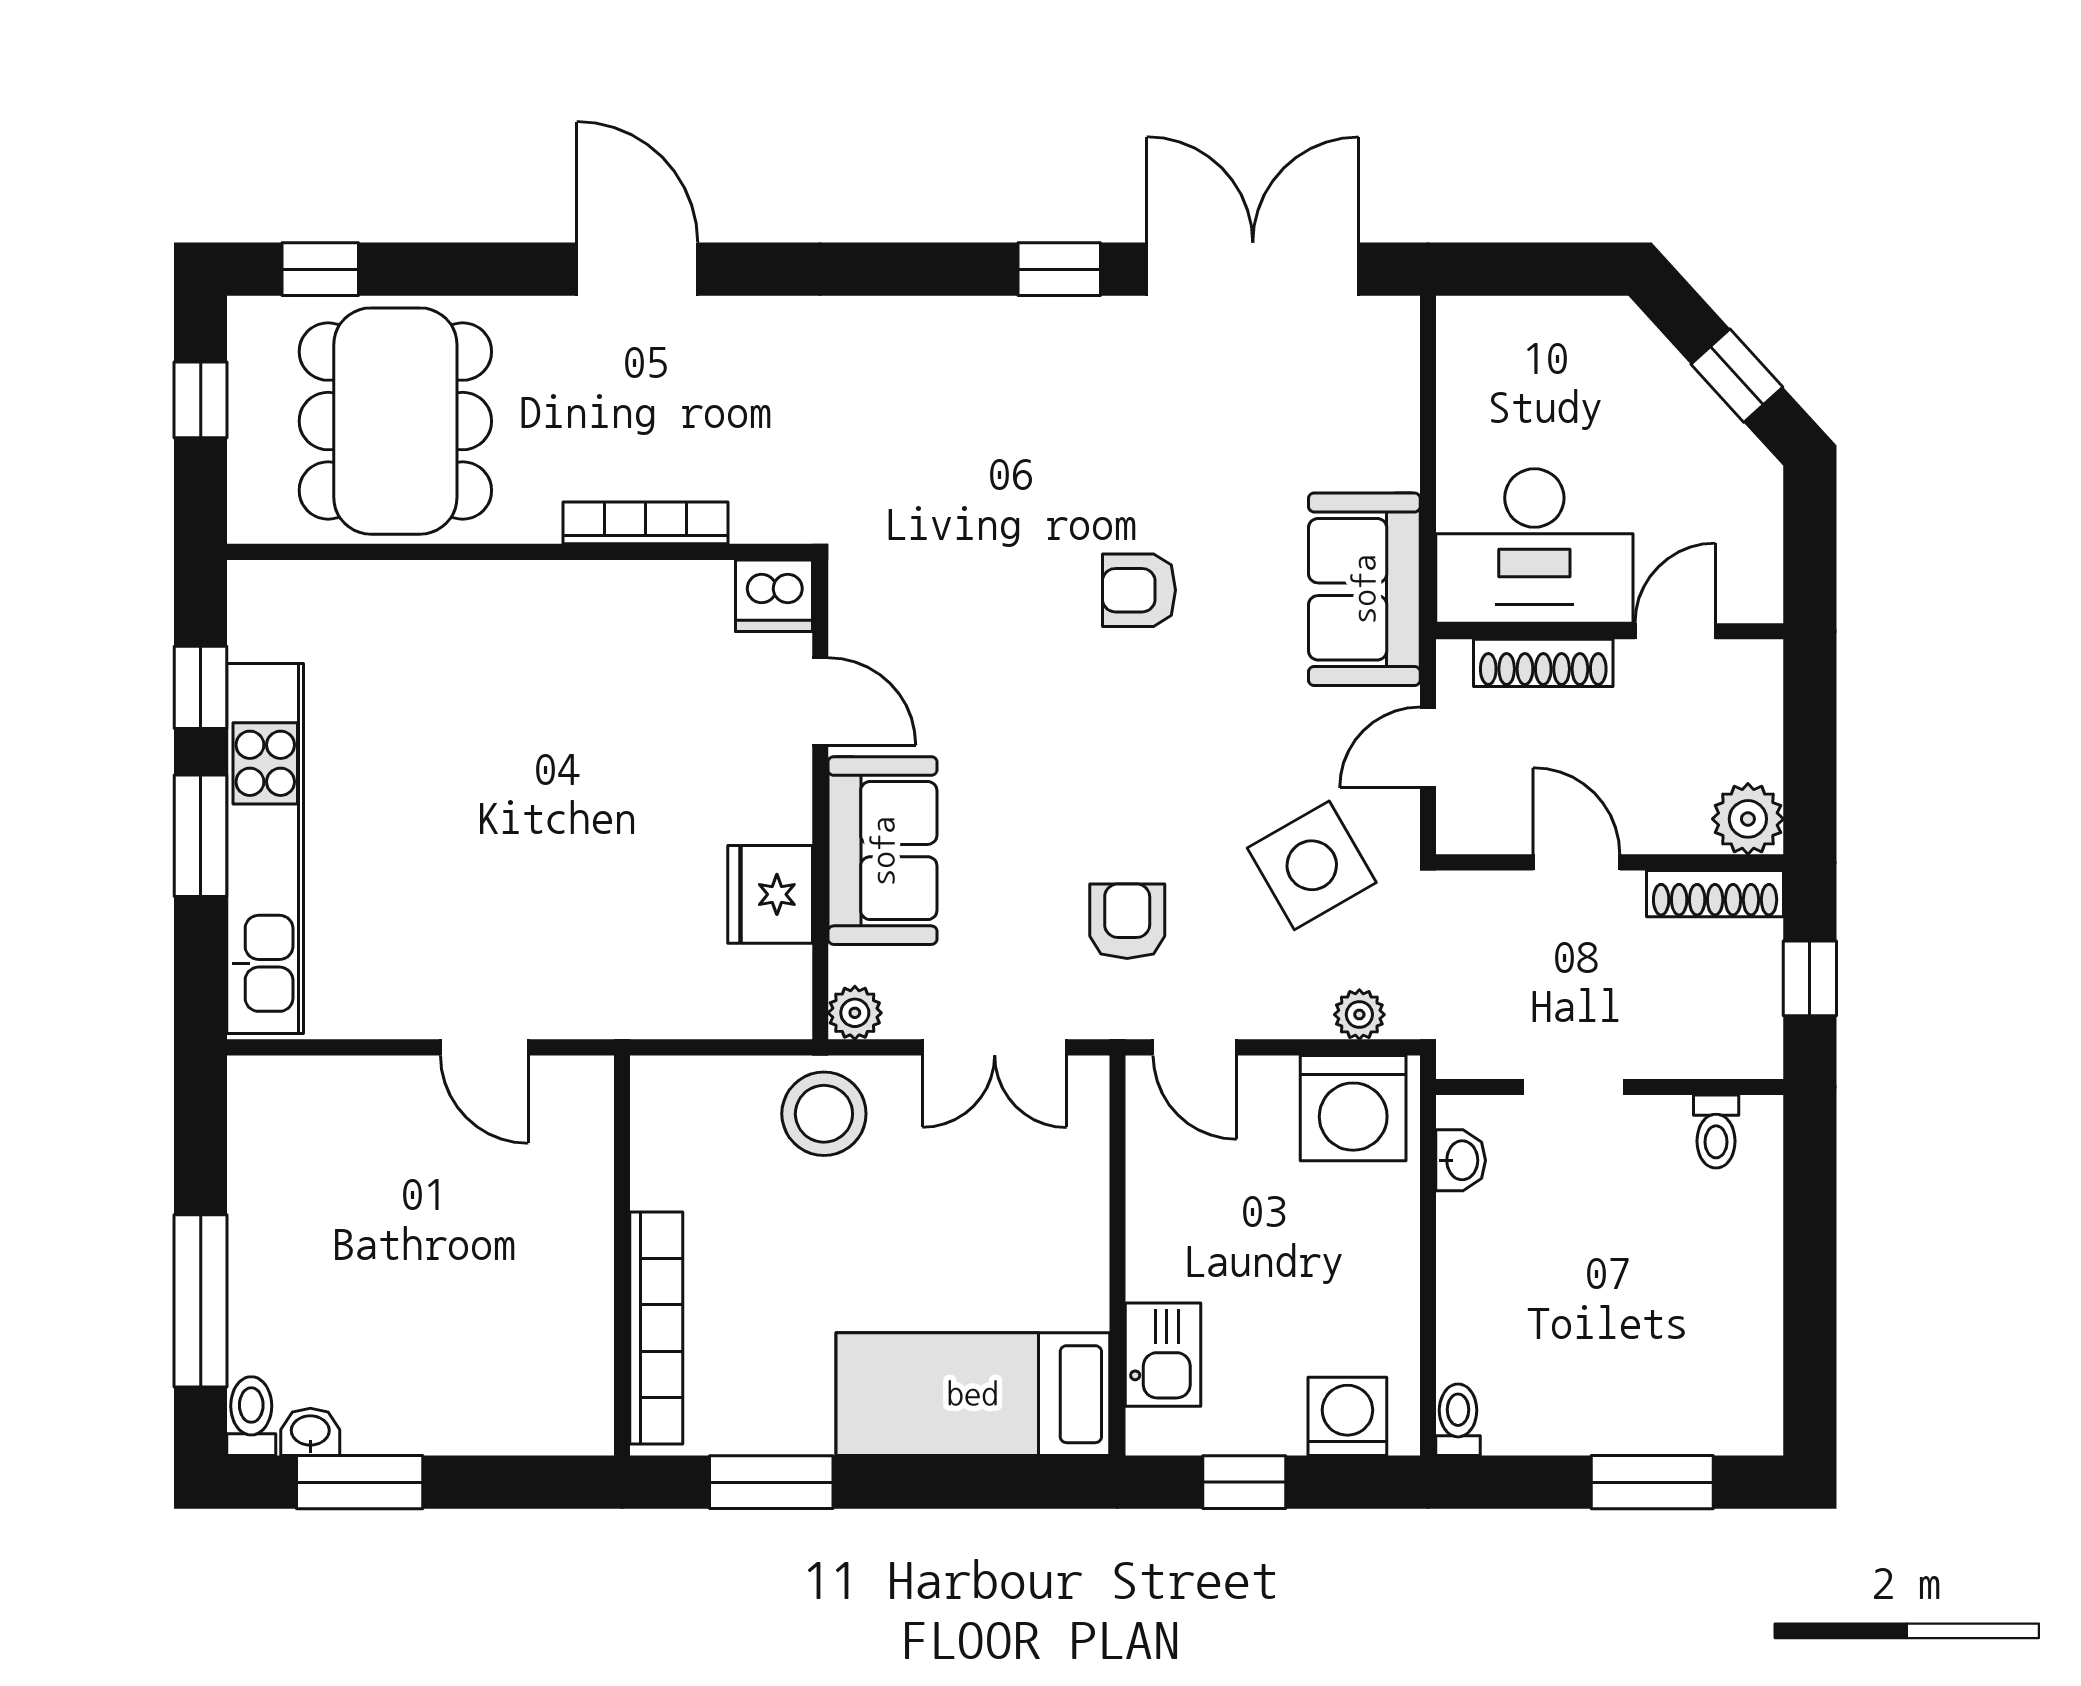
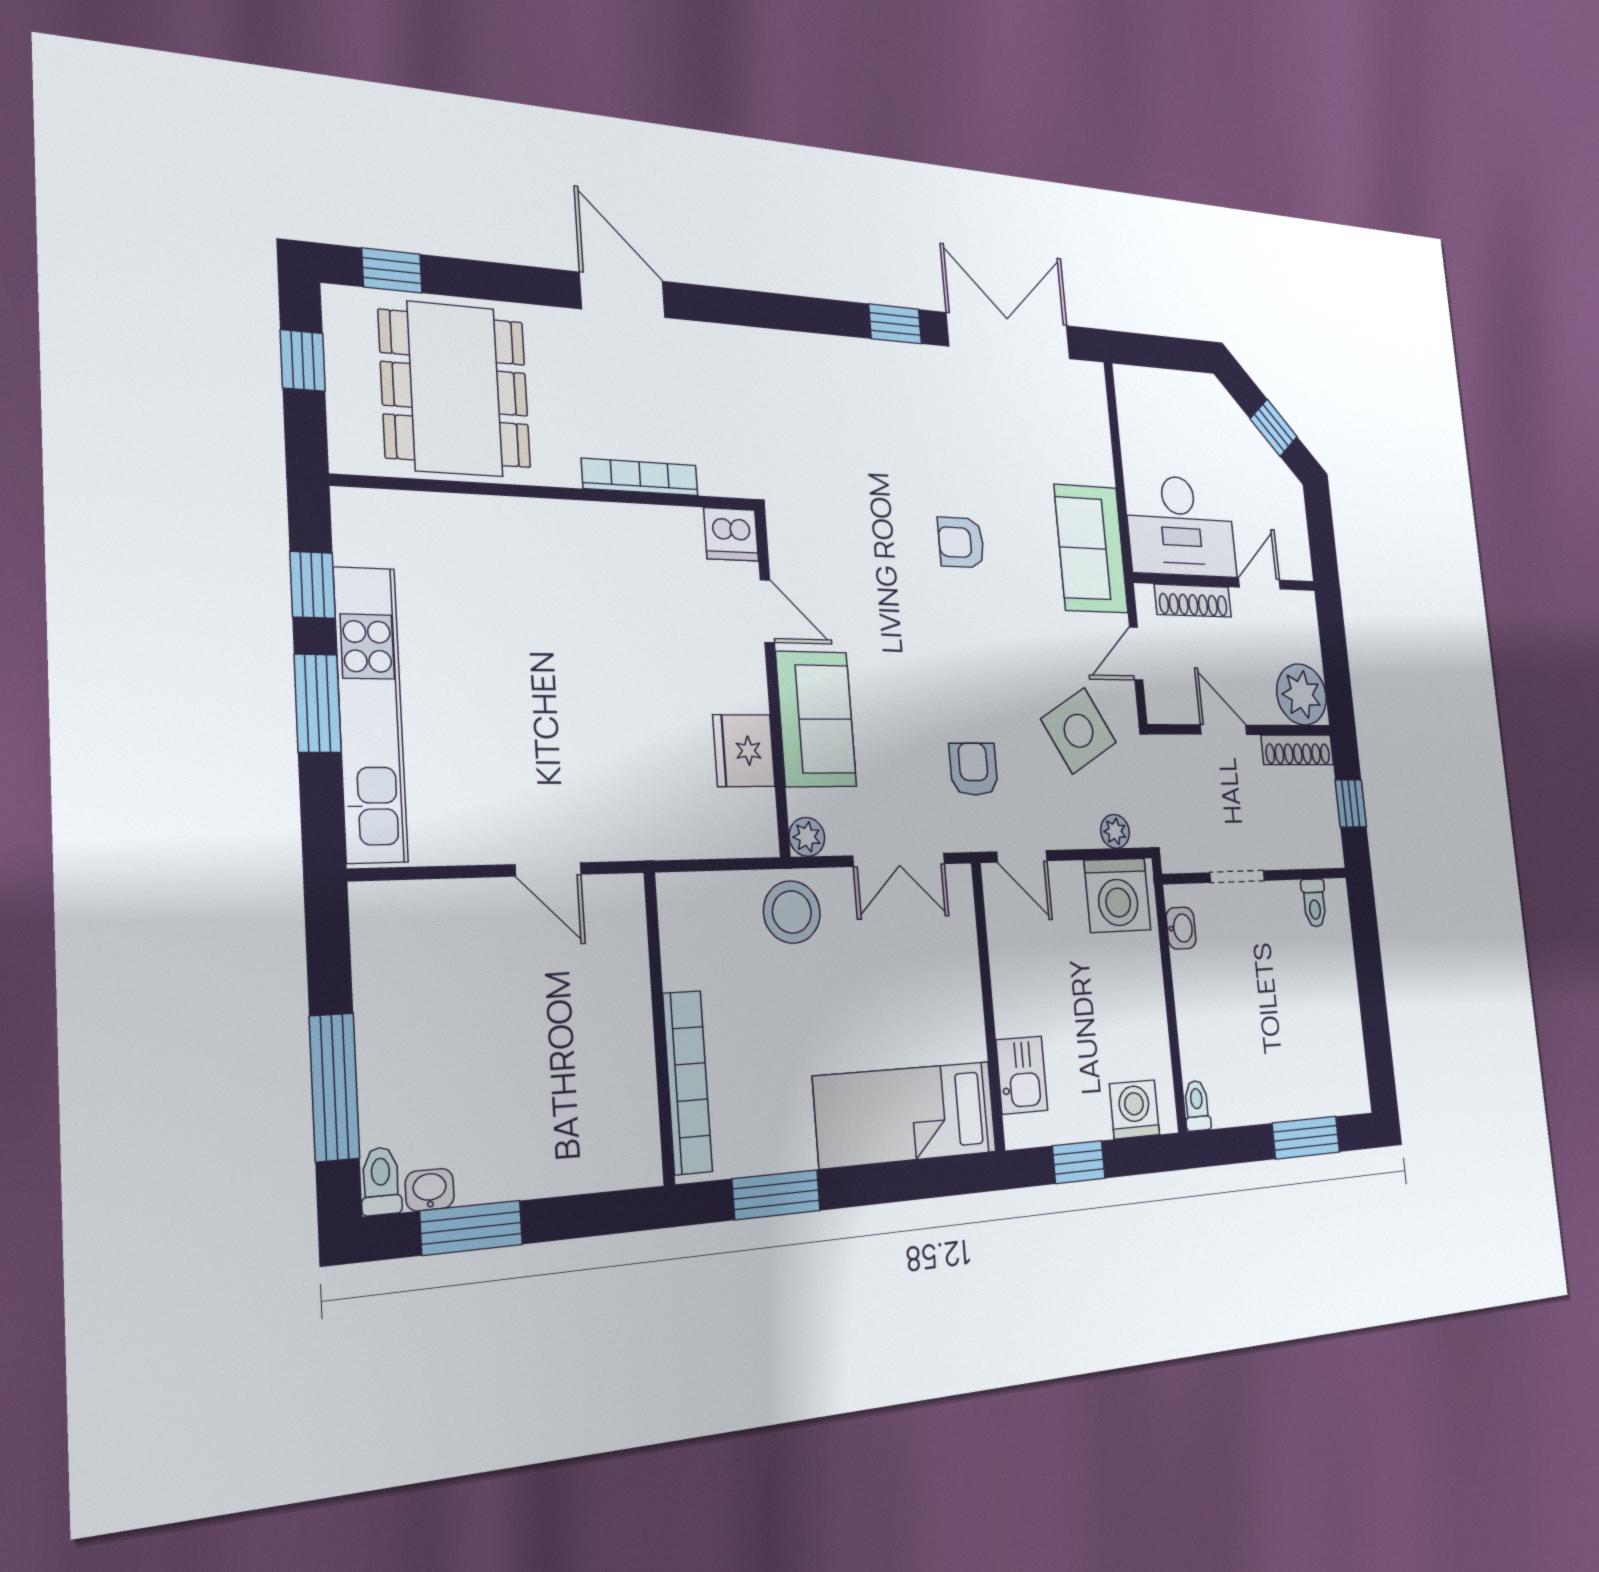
plant: (1748, 819) -> (1302, 694), width x1.36, depth x1.36

